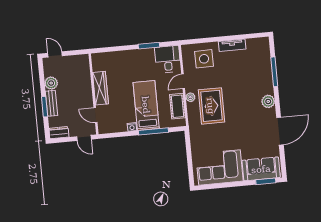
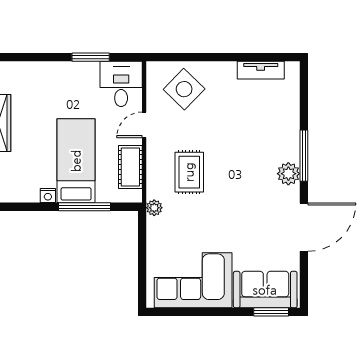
tv unit: (232, 45) -> (261, 70), moved
side table: (204, 59) -> (184, 89), turned 45
window: (274, 72) -> (304, 156), moved
plant: (190, 97) -> (154, 208), moved
rug: (211, 106) -> (189, 172), width x0.73, depth x0.70

